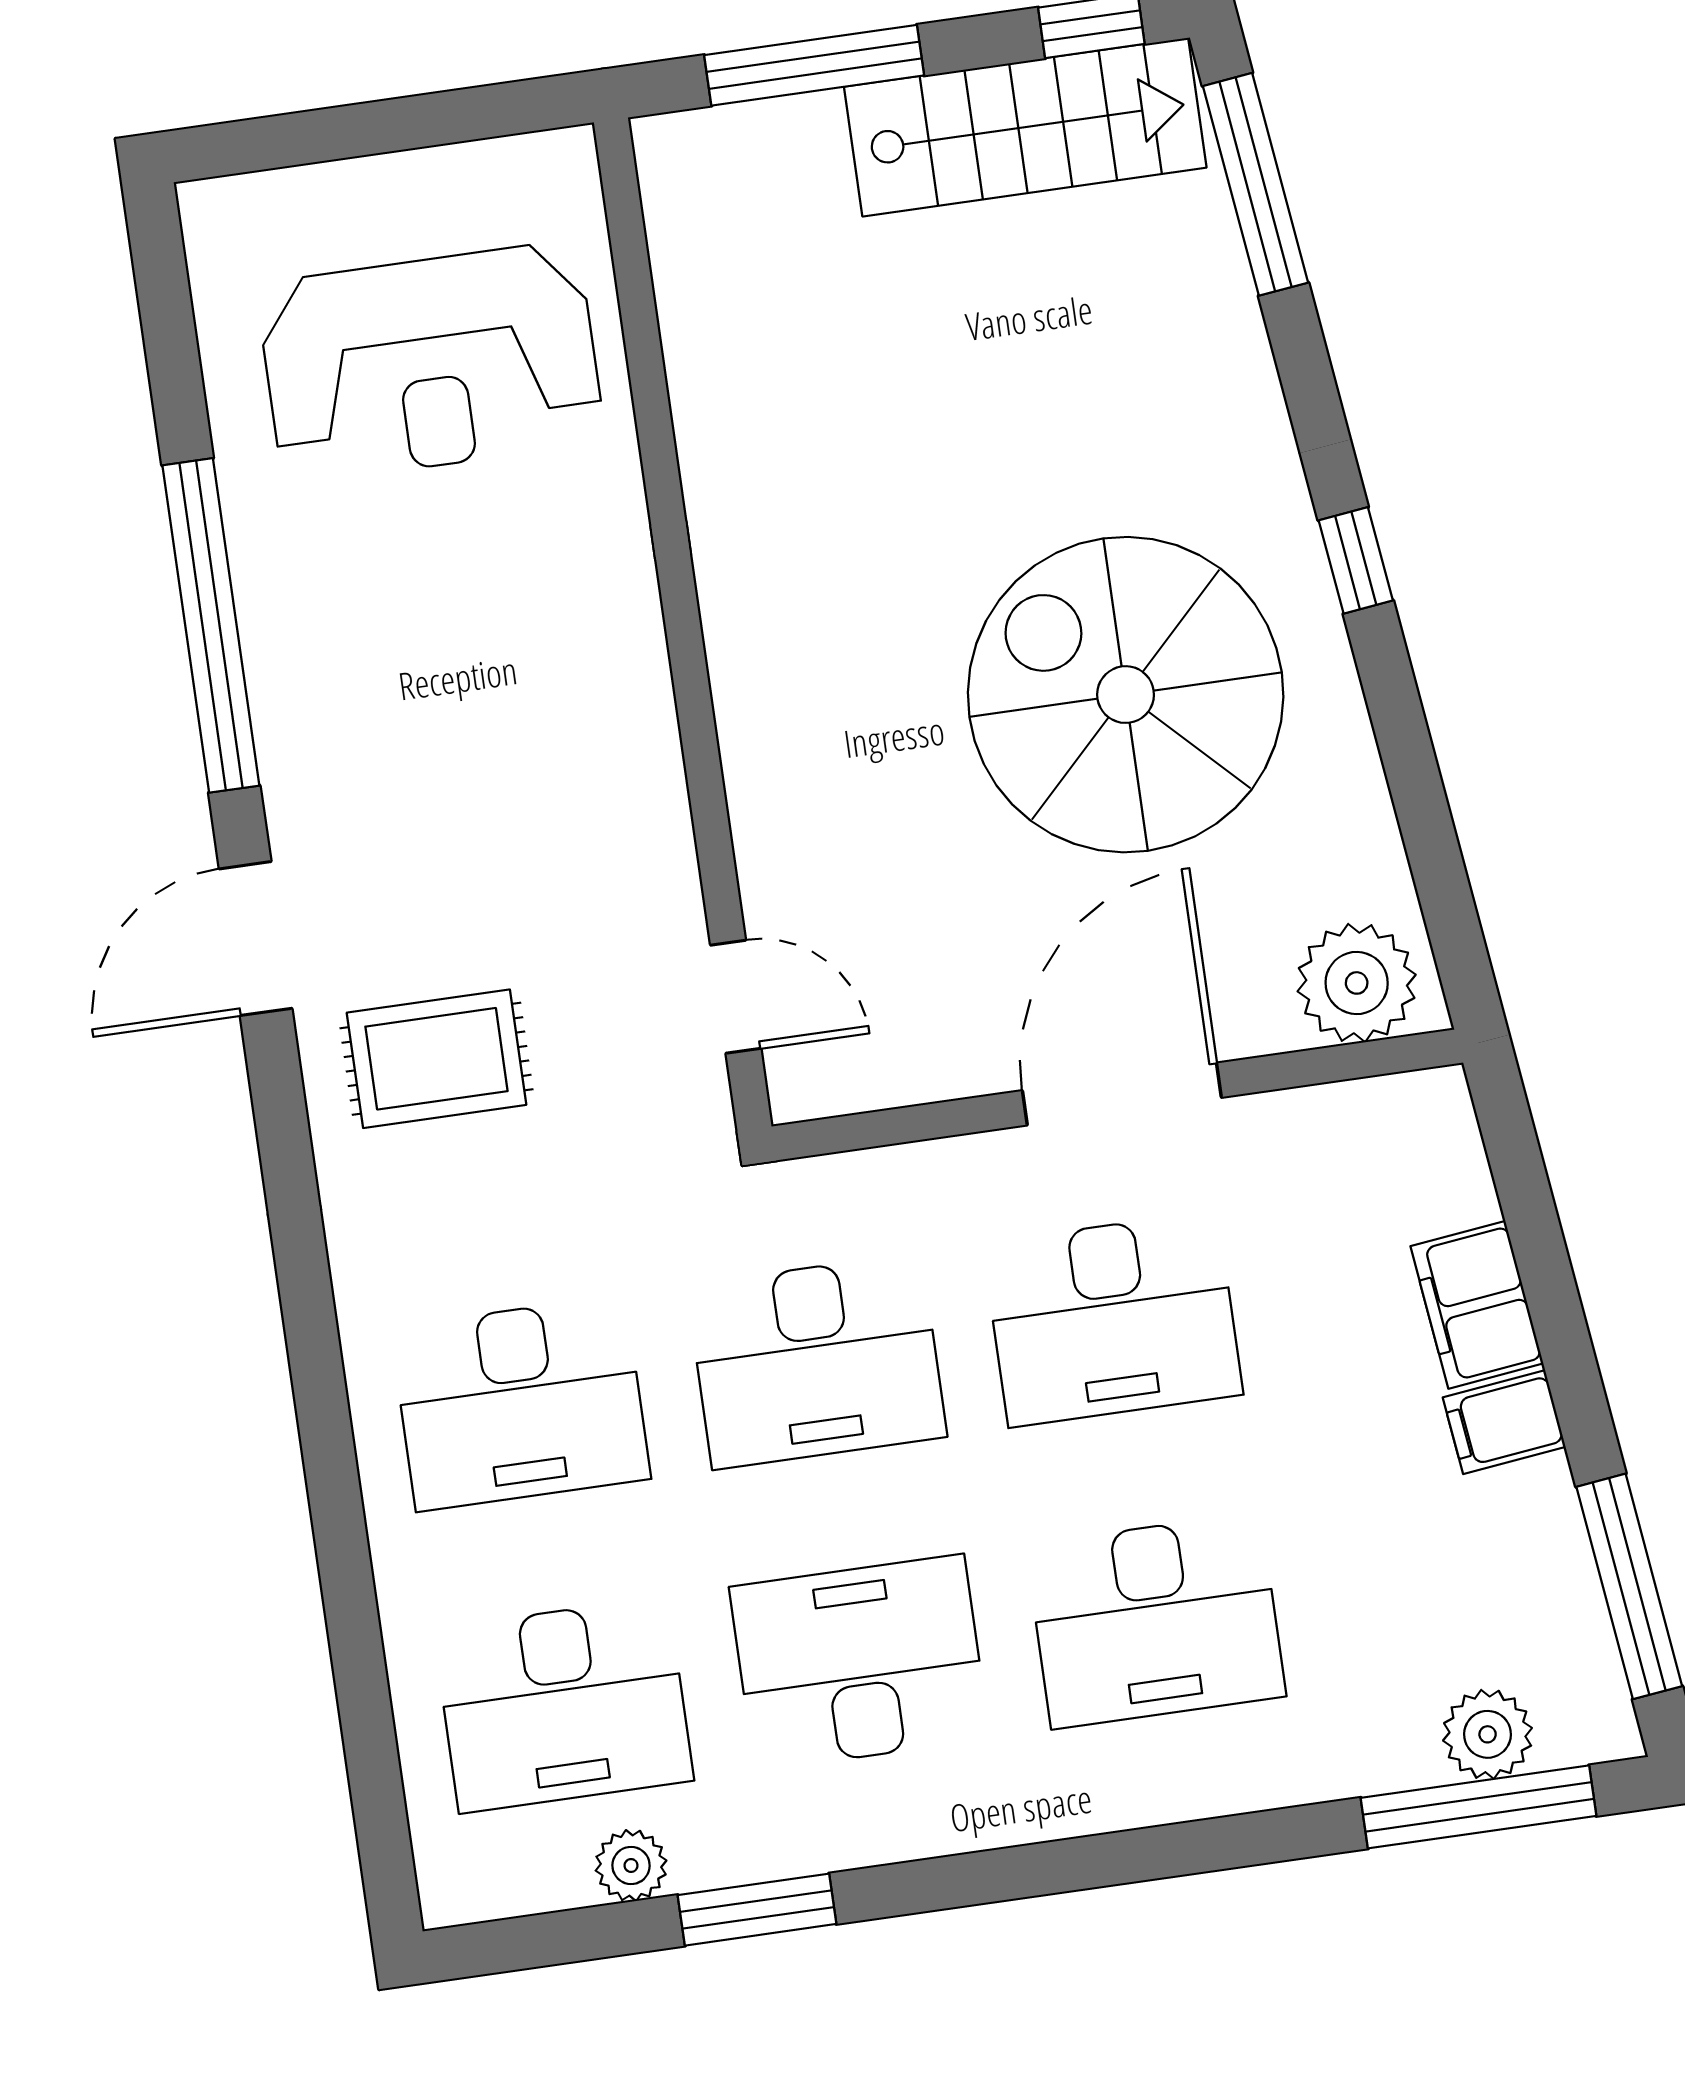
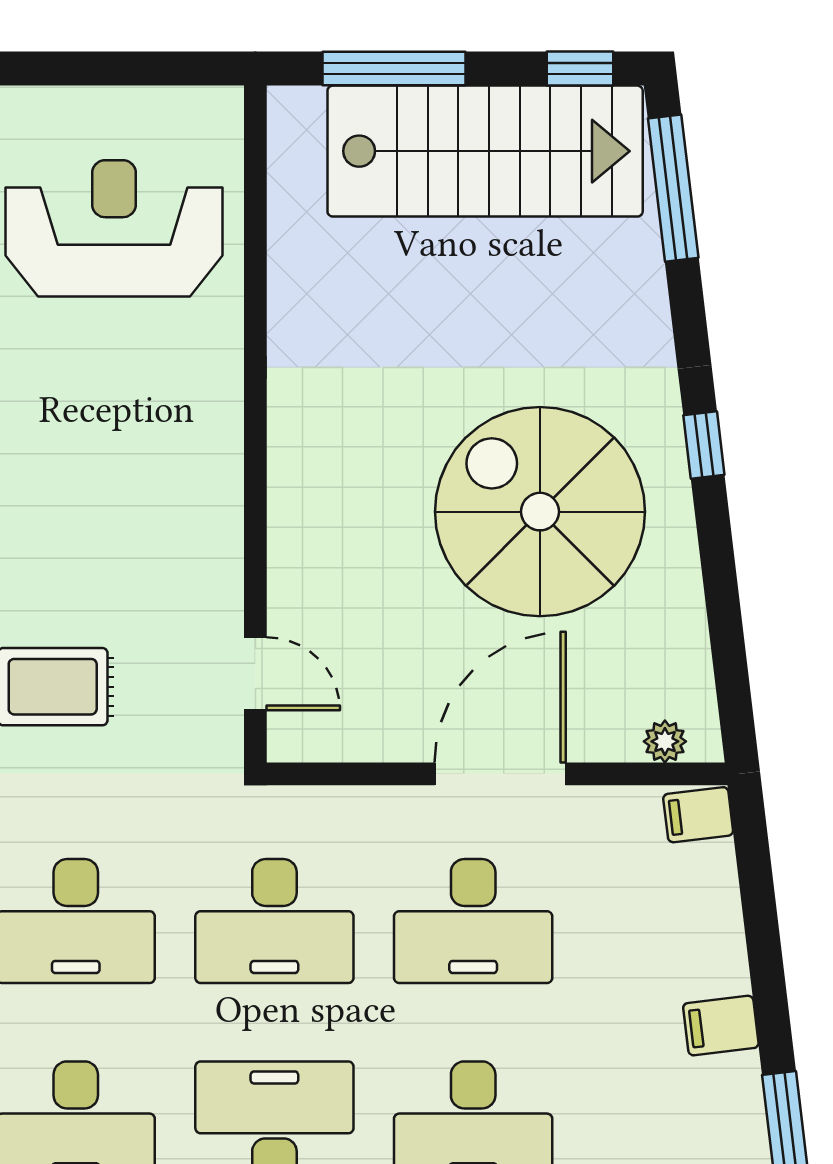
stairs: (1025, 127) -> (485, 151), width x1.36, depth x1.51
reception desk: (431, 363) -> (114, 228), turned 180
plant: (1357, 983) -> (665, 741), width x0.53, depth x0.53
filing cabinet: (1477, 1305) -> (698, 815), moved, width x0.50

